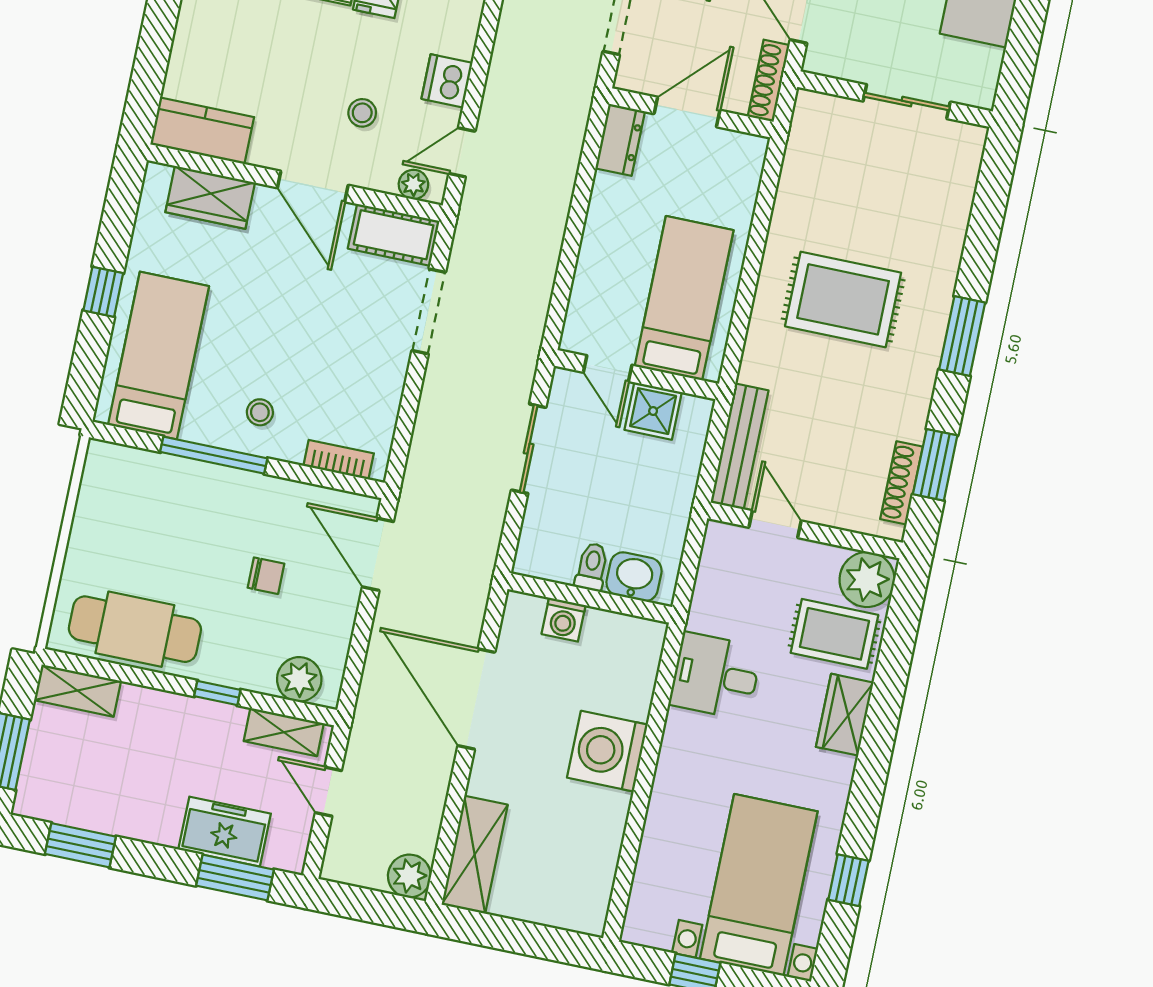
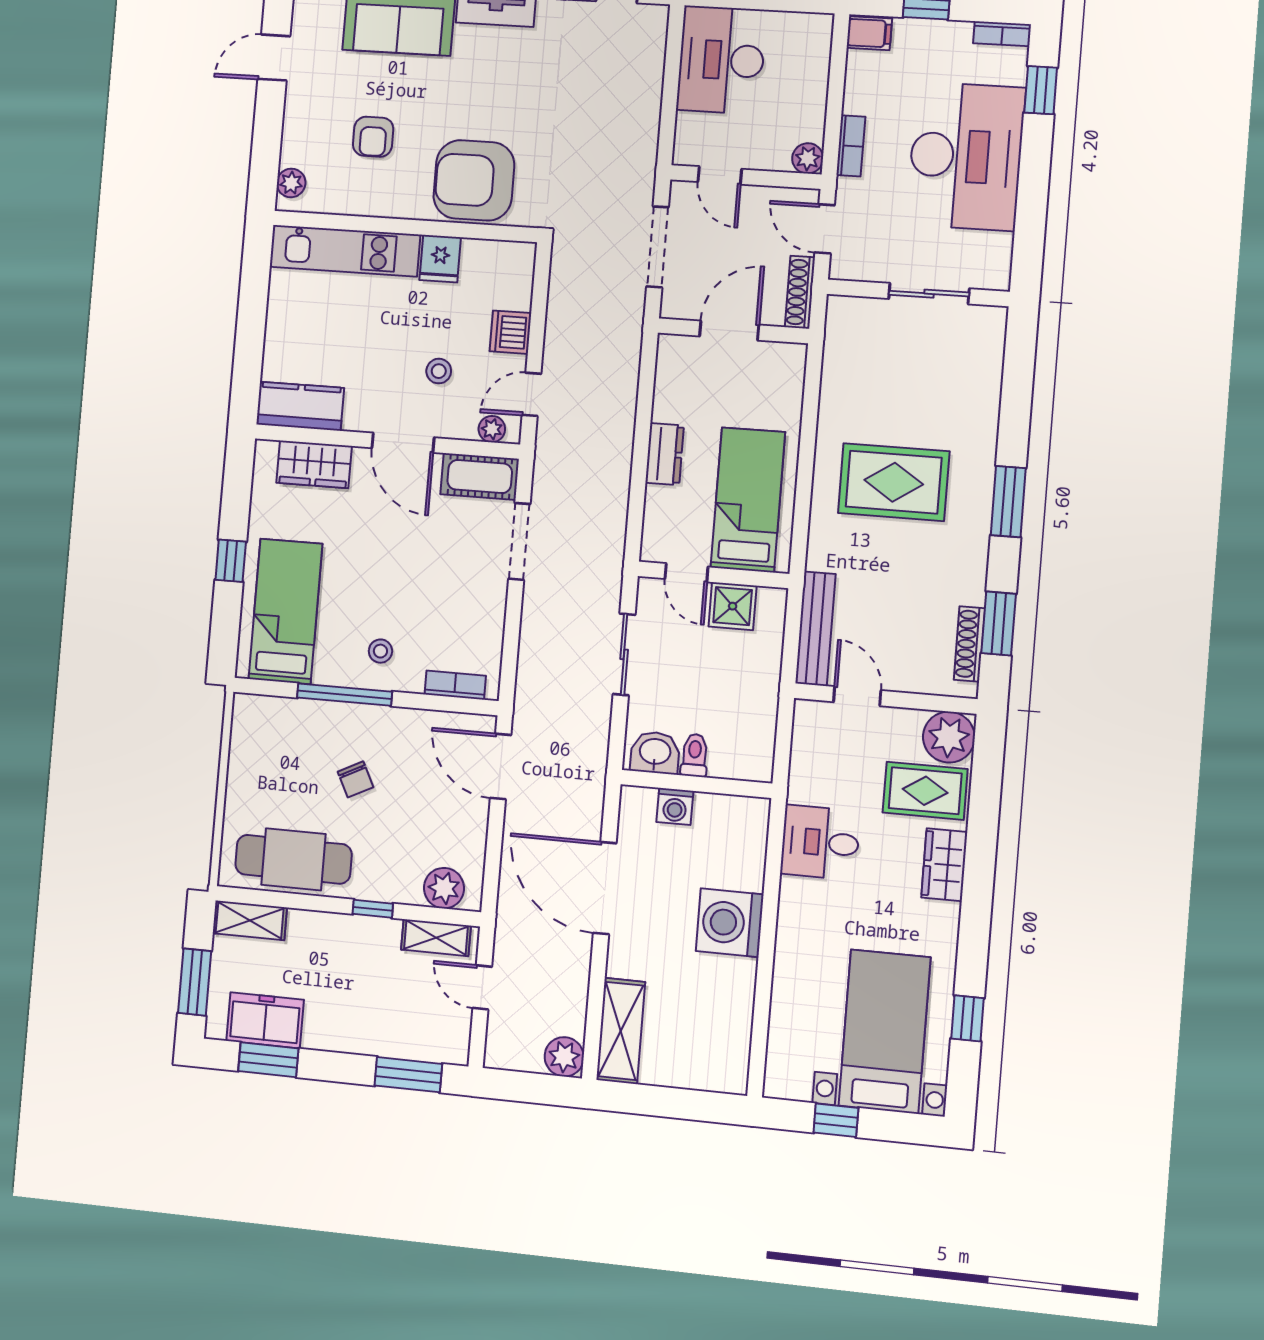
dresser: (620, 140) -> (665, 454), moved
chair: (266, 576) -> (355, 779), moved, turned 63
washbasin: (634, 577) -> (655, 753), moved
freezer: (225, 832) -> (265, 1020), moved

